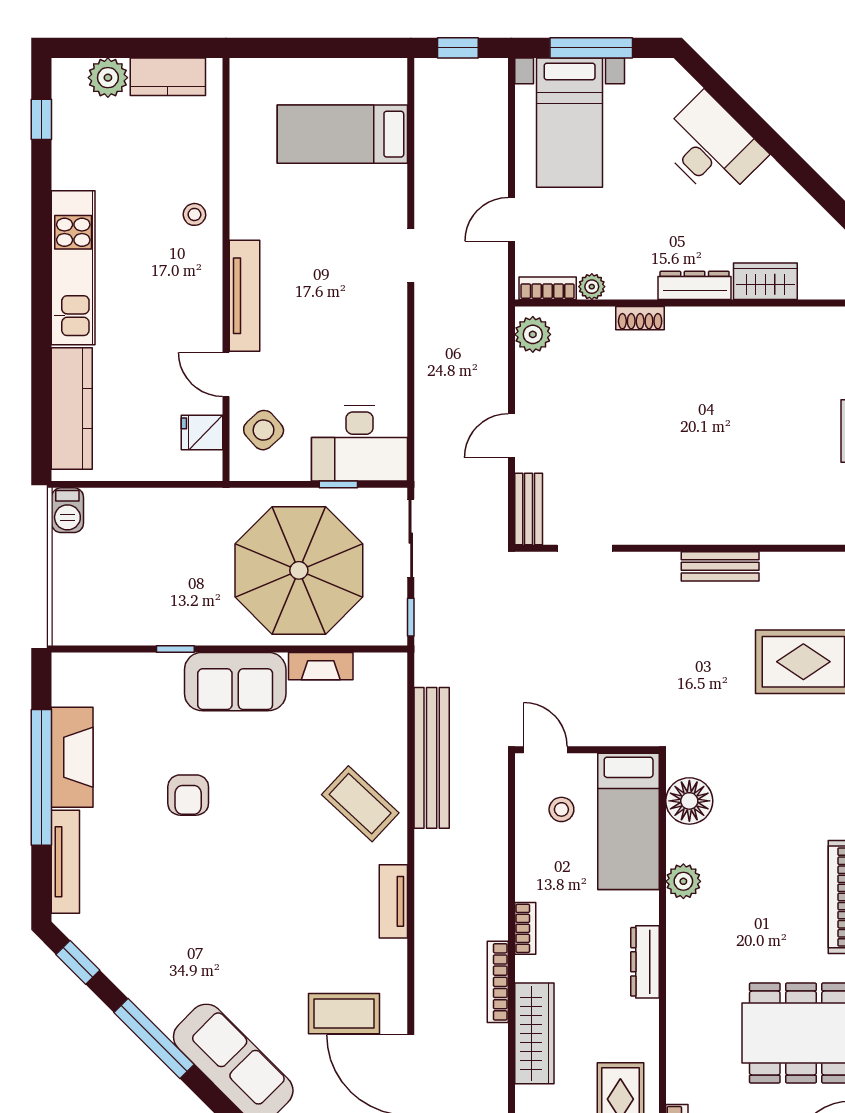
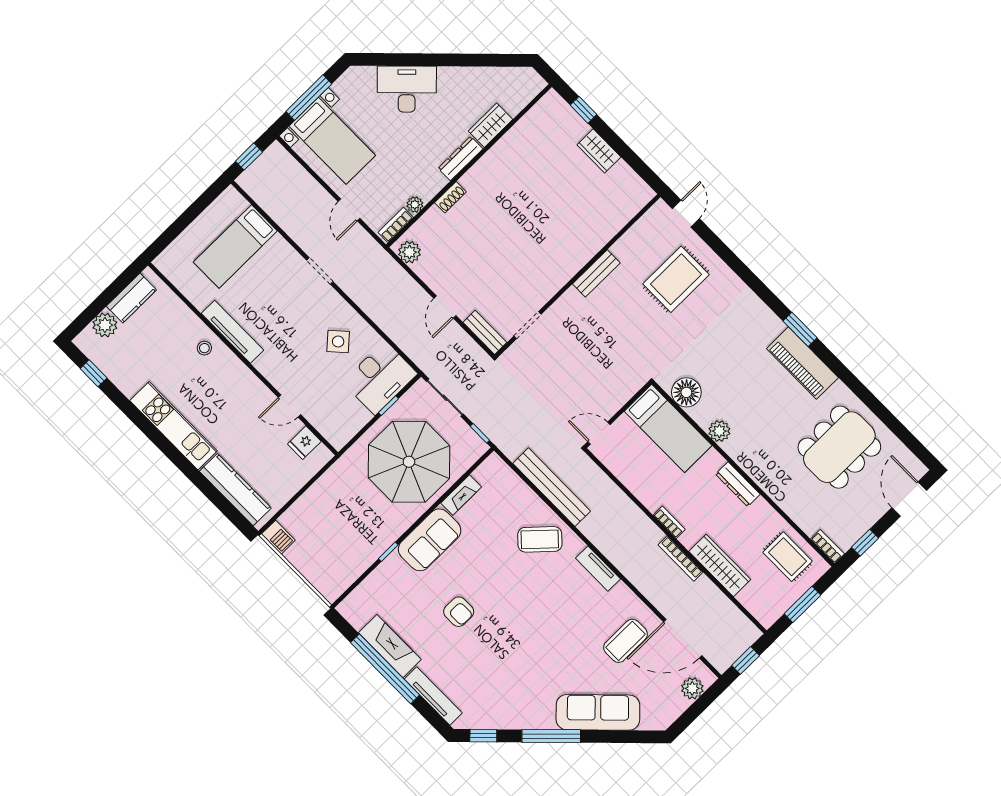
tv unit: (245, 296) -> (233, 332), moved
side table: (264, 430) -> (338, 342), moved
stool: (561, 809) -> (633, 453), removed

